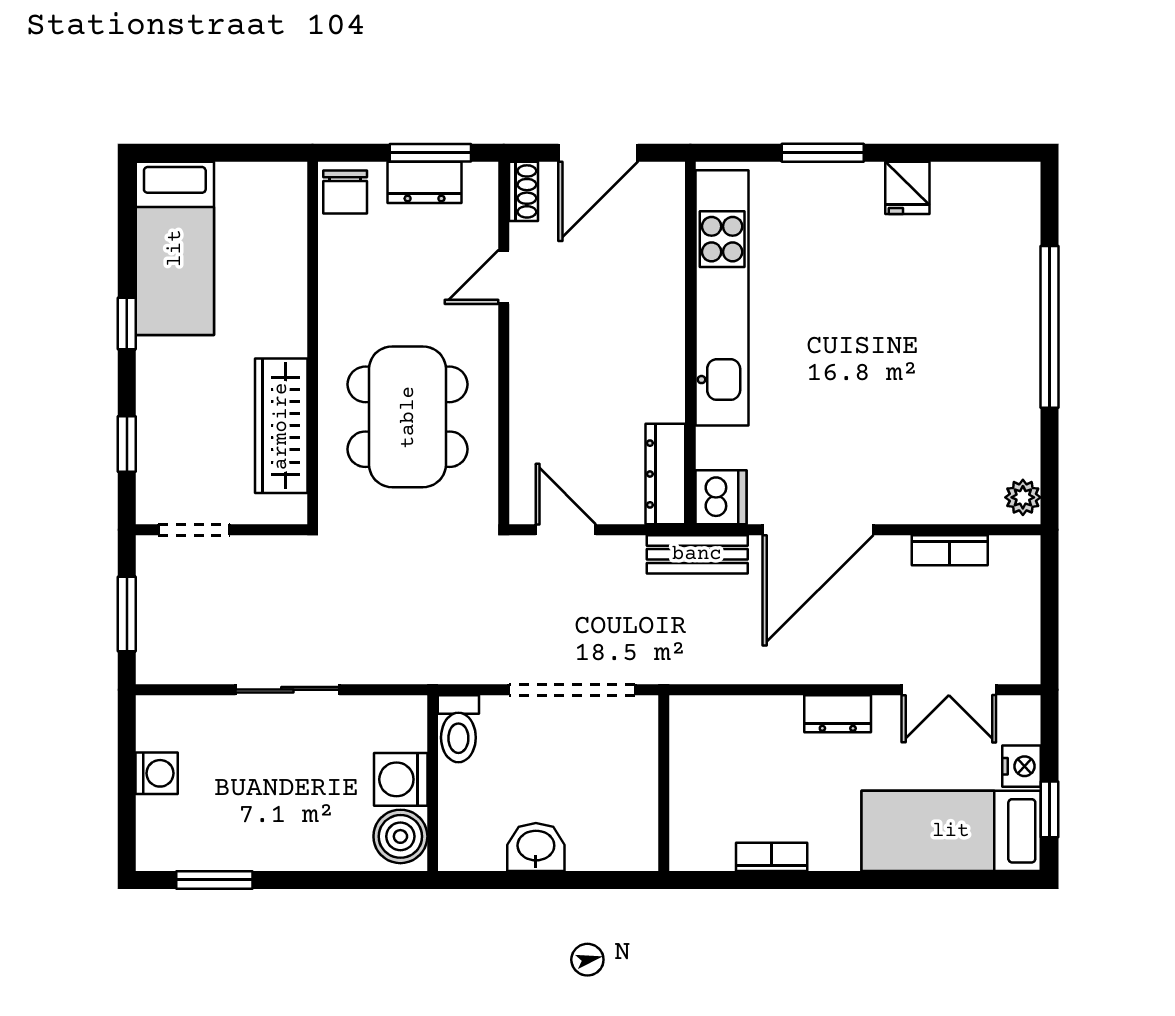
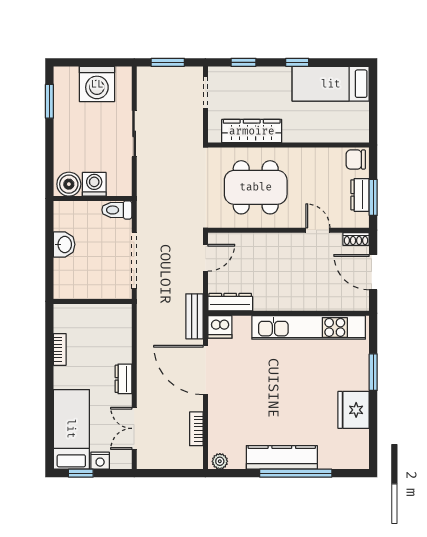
fridge: (907, 188) -> (354, 410), width x1.88, depth x1.34
kitchen counter: (1014, 358) -> (282, 457), added
washing machine: (157, 773) -> (97, 84), width x1.89, depth x1.89

